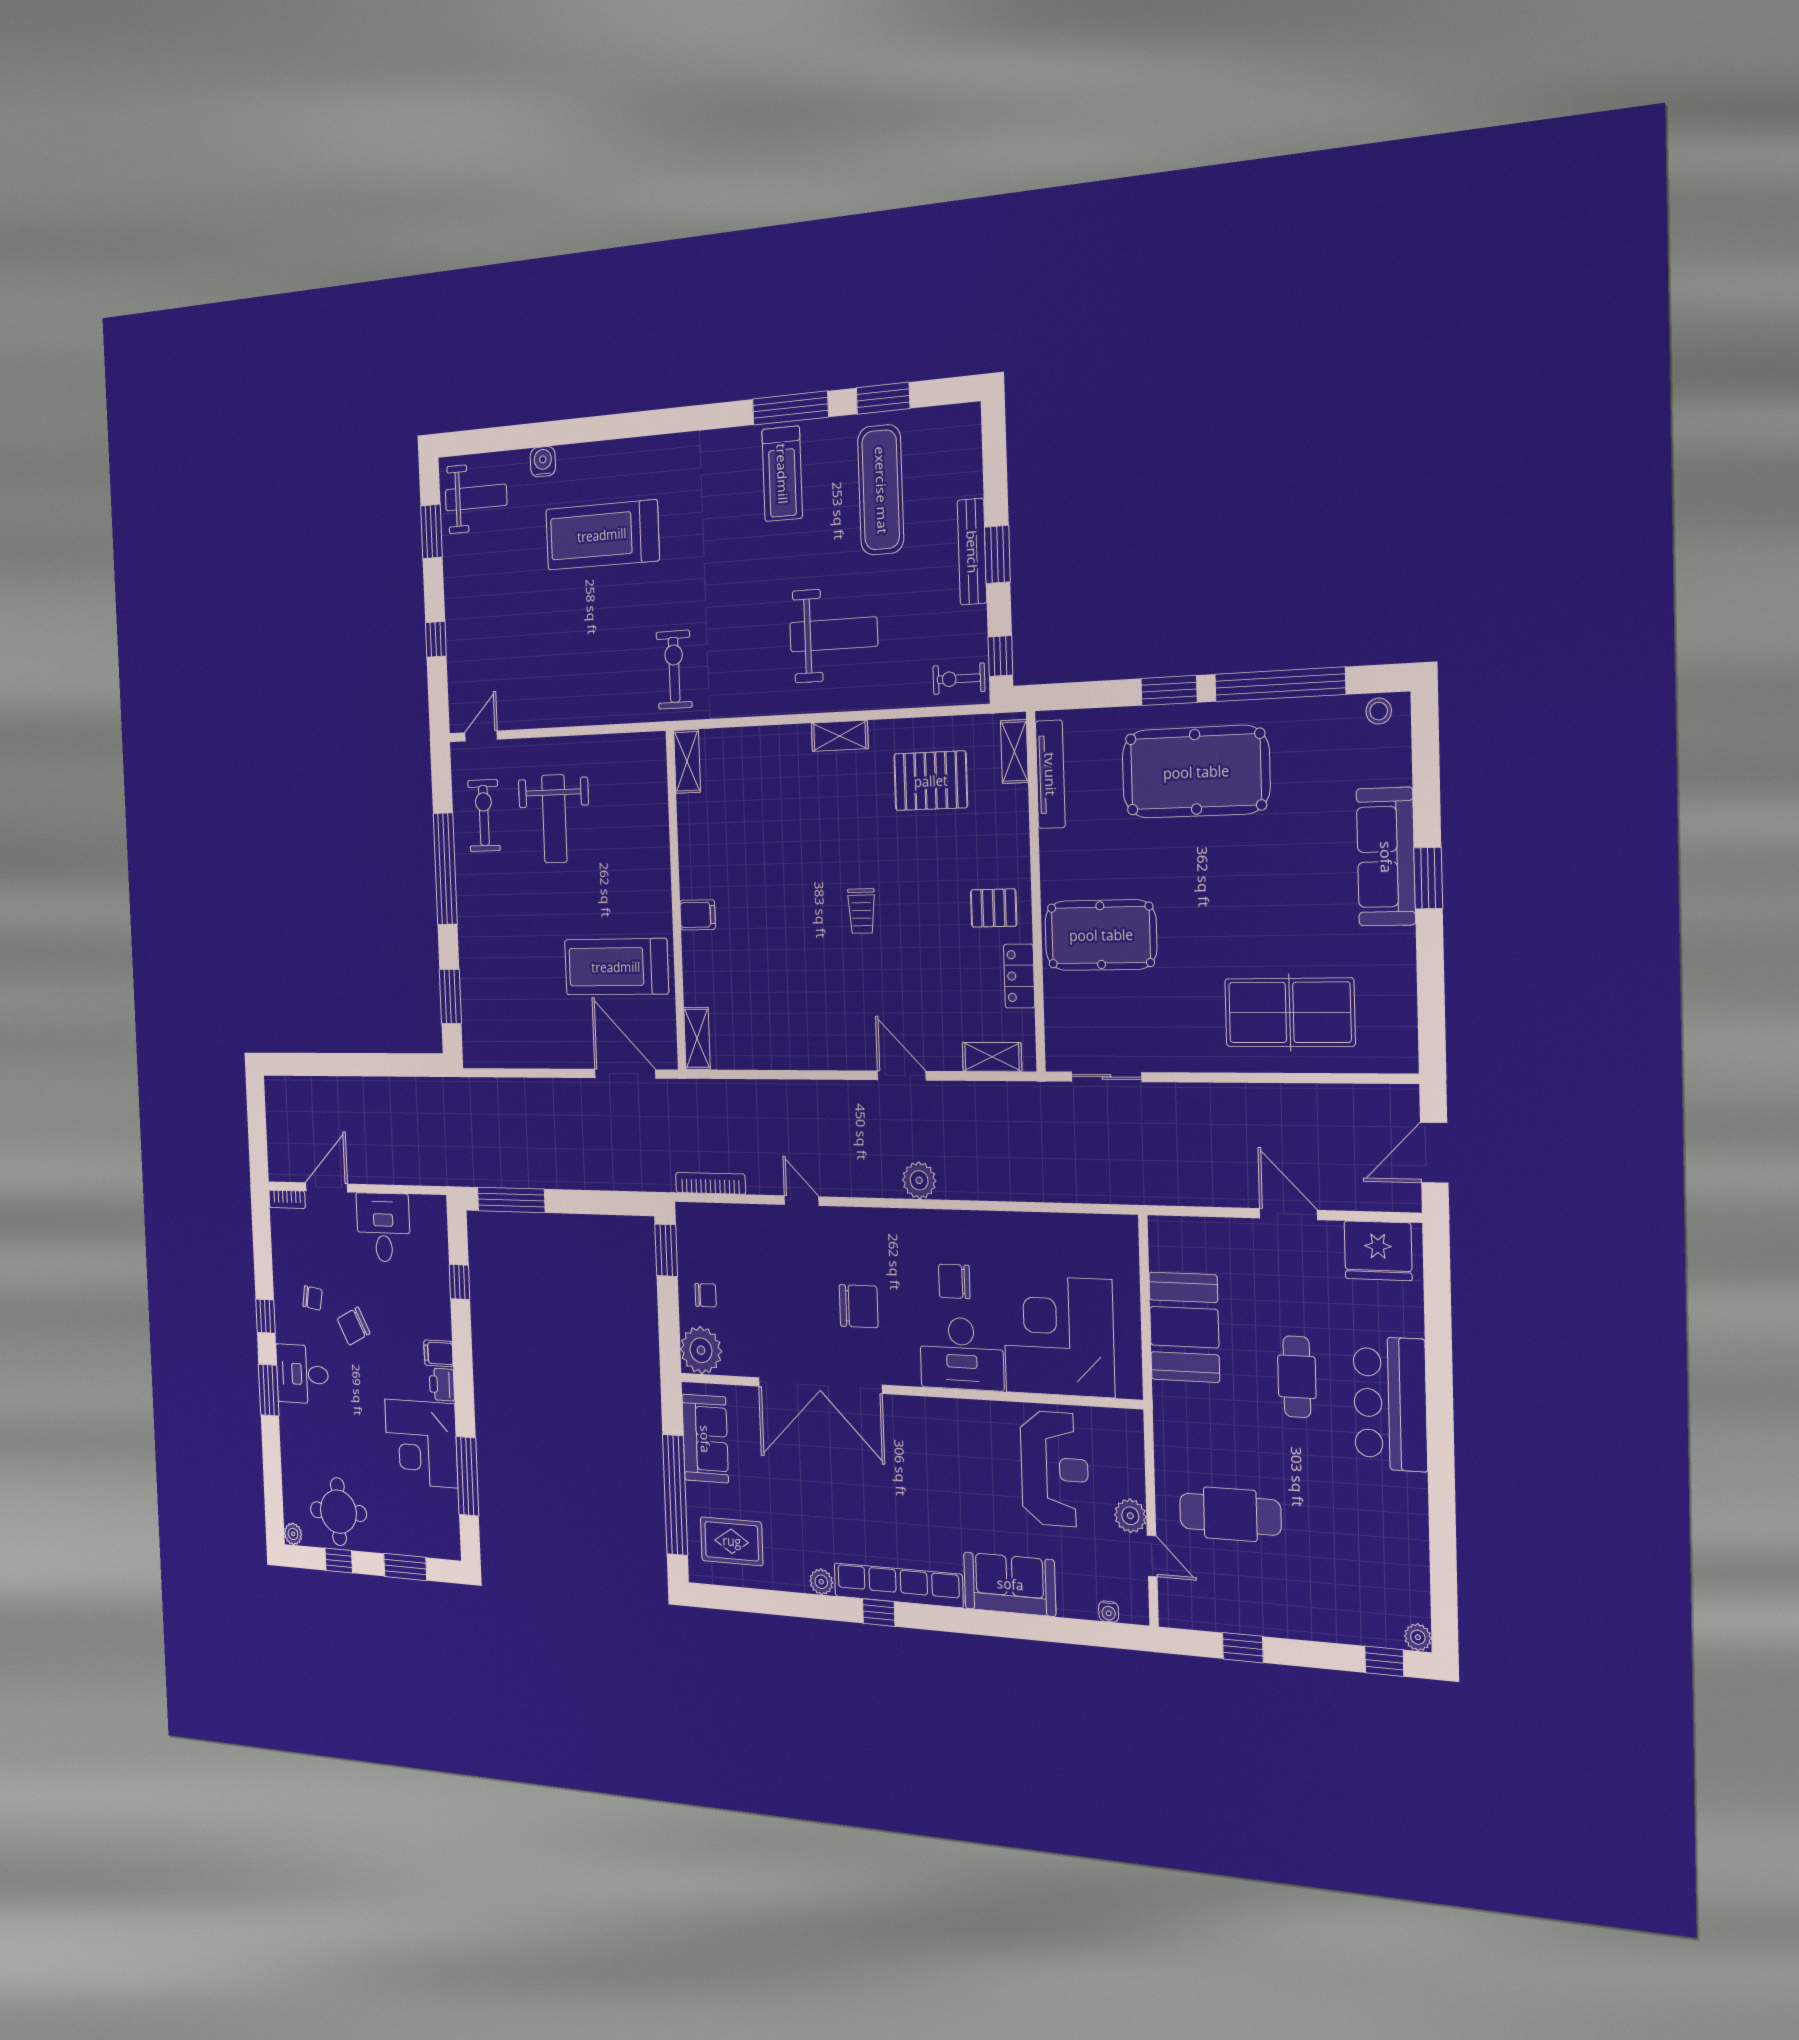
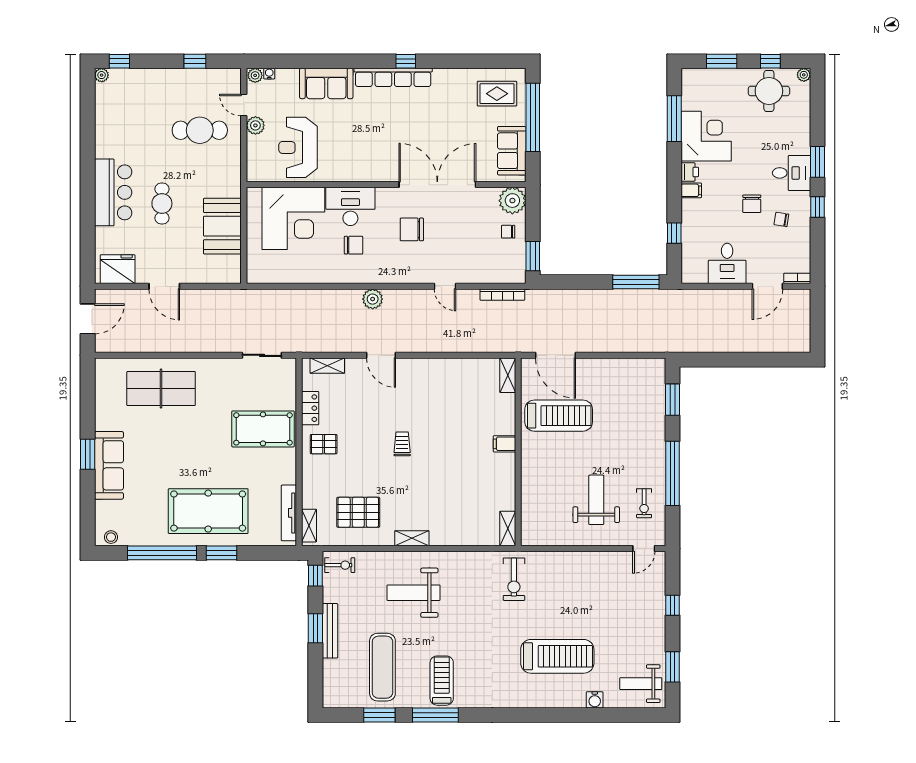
exercise bike: (484, 816) -> (644, 503), width x0.73, depth x0.72
chair: (354, 1326) -> (752, 204), turned 117
plant: (821, 1582) -> (255, 75), moved

